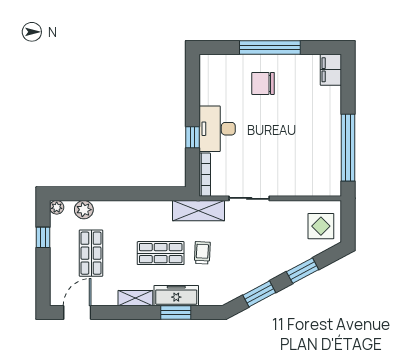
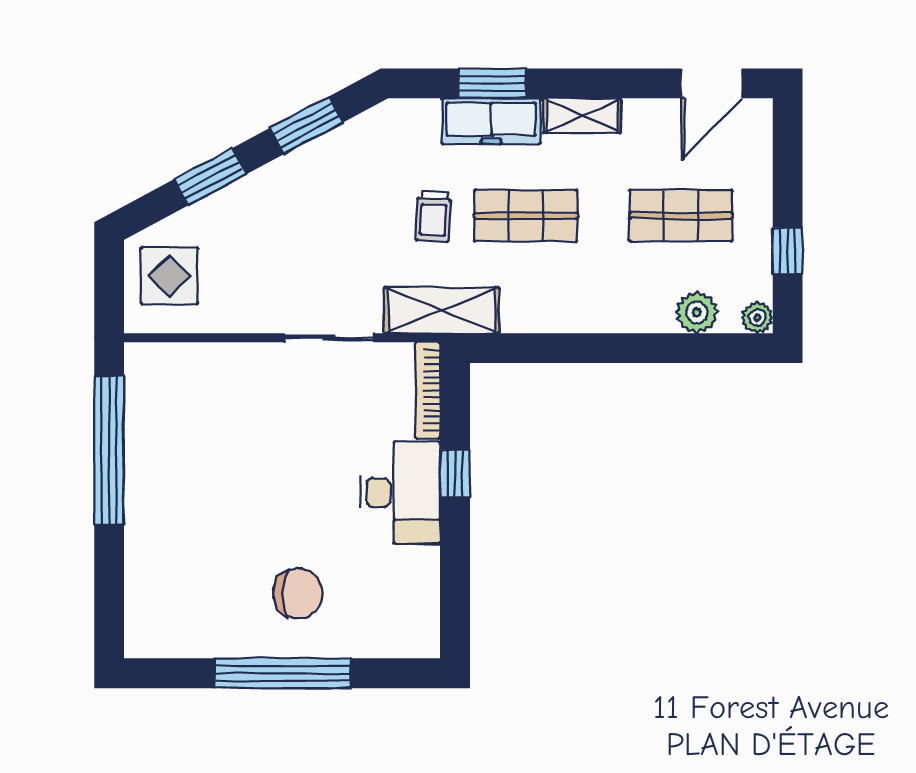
filing cabinet: (331, 70) -> (147, 624), removed
shop shelf: (91, 253) -> (681, 216), turned 90

